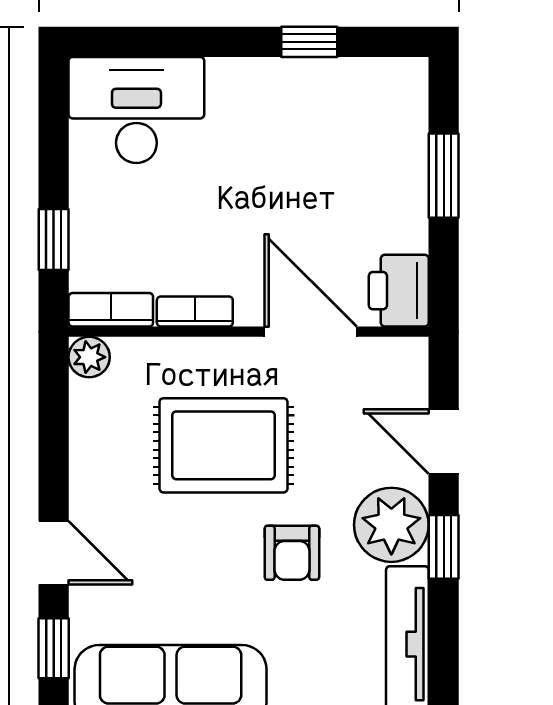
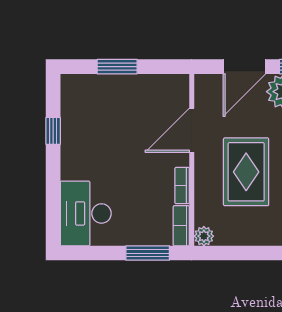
window: (54, 239) -> (148, 253), width x1.50
printer: (399, 291) -> (172, 88), removed
door: (444, 442) -> (244, 67), width x1.38

